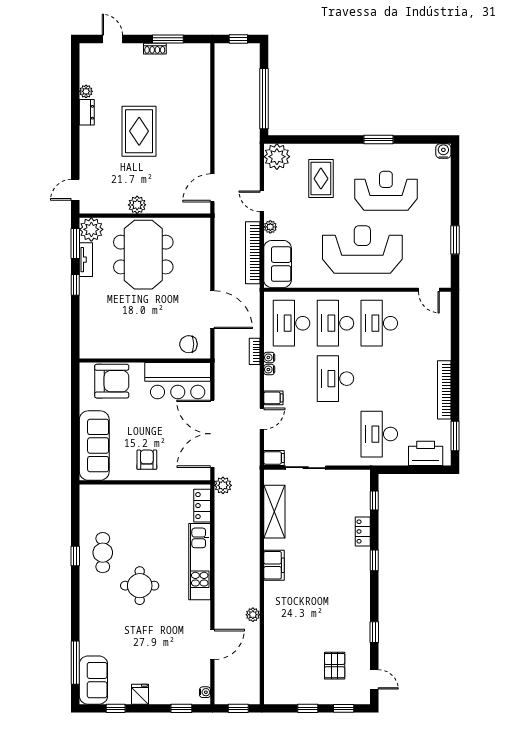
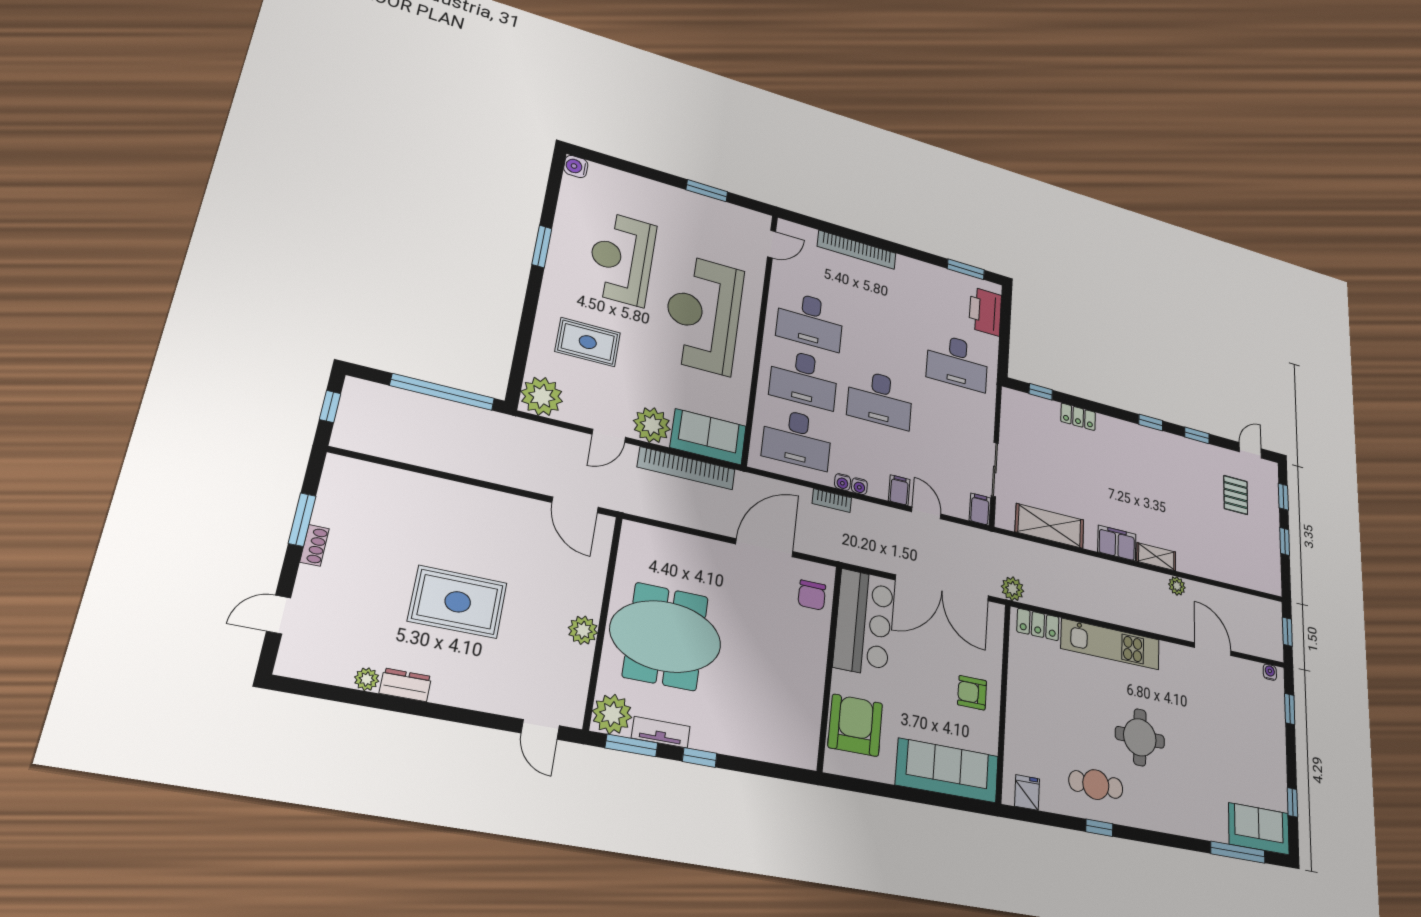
plant: (270, 227) -> (652, 425), width x1.87, depth x1.87
bookcase: (444, 390) -> (857, 250), moved
window: (374, 560) -> (1151, 422), moved
shelving: (271, 598) -> (1156, 557), added
pallet: (335, 666) -> (1236, 495), turned 90
fridge: (140, 694) -> (1027, 792), moved, turned 90

